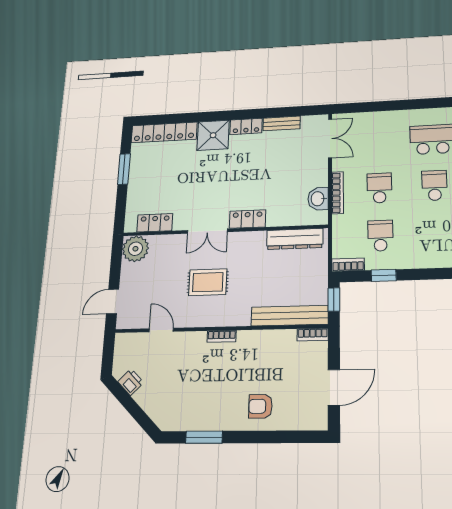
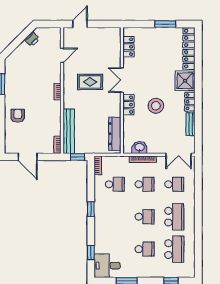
school desk: (379, 142) -> (174, 184), added
stool: (251, 177) -> (156, 106), added
plant: (135, 249) -> (112, 36), removed
window: (384, 275) -> (91, 209), moved
rug: (208, 282) -> (90, 82), turned 90
door: (113, 302) -> (80, 24), hinge flipped

